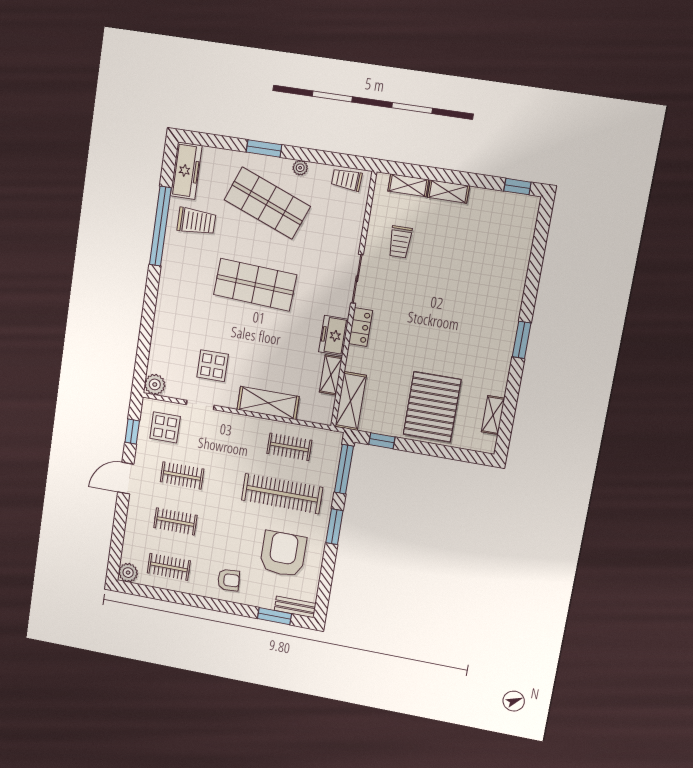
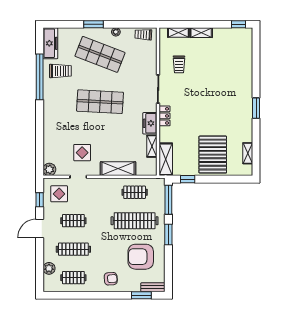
clothes rail: (175, 521) -> (73, 249), width x1.36
armchair: (283, 554) -> (141, 257), turned -90
plant: (128, 573) -> (49, 268), moved

